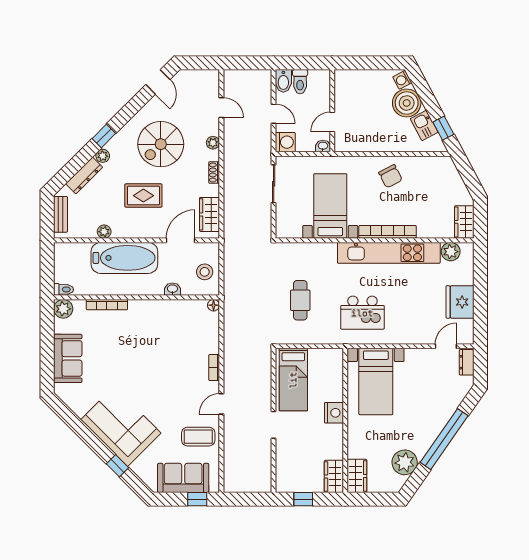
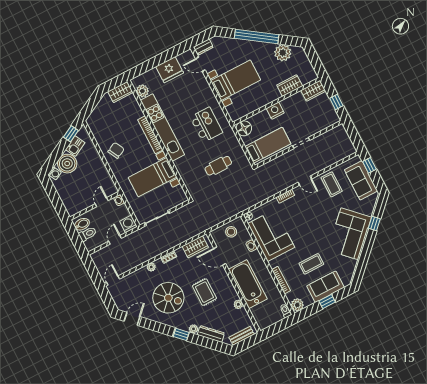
bidet: (283, 81) -> (82, 224), moved
door: (221, 108) -> (113, 281), moved
door: (332, 122) -> (102, 202), swing flipped
corner sofa: (172, 322) -> (271, 235), added
window: (47, 350) -> (327, 302), added
coffee table: (108, 356) -> (311, 264), added
floor lamp: (332, 360) -> (244, 128), added
bed with nightstands: (376, 382) -> (236, 80), moved
wardrobe: (357, 476) -> (290, 86), moved

